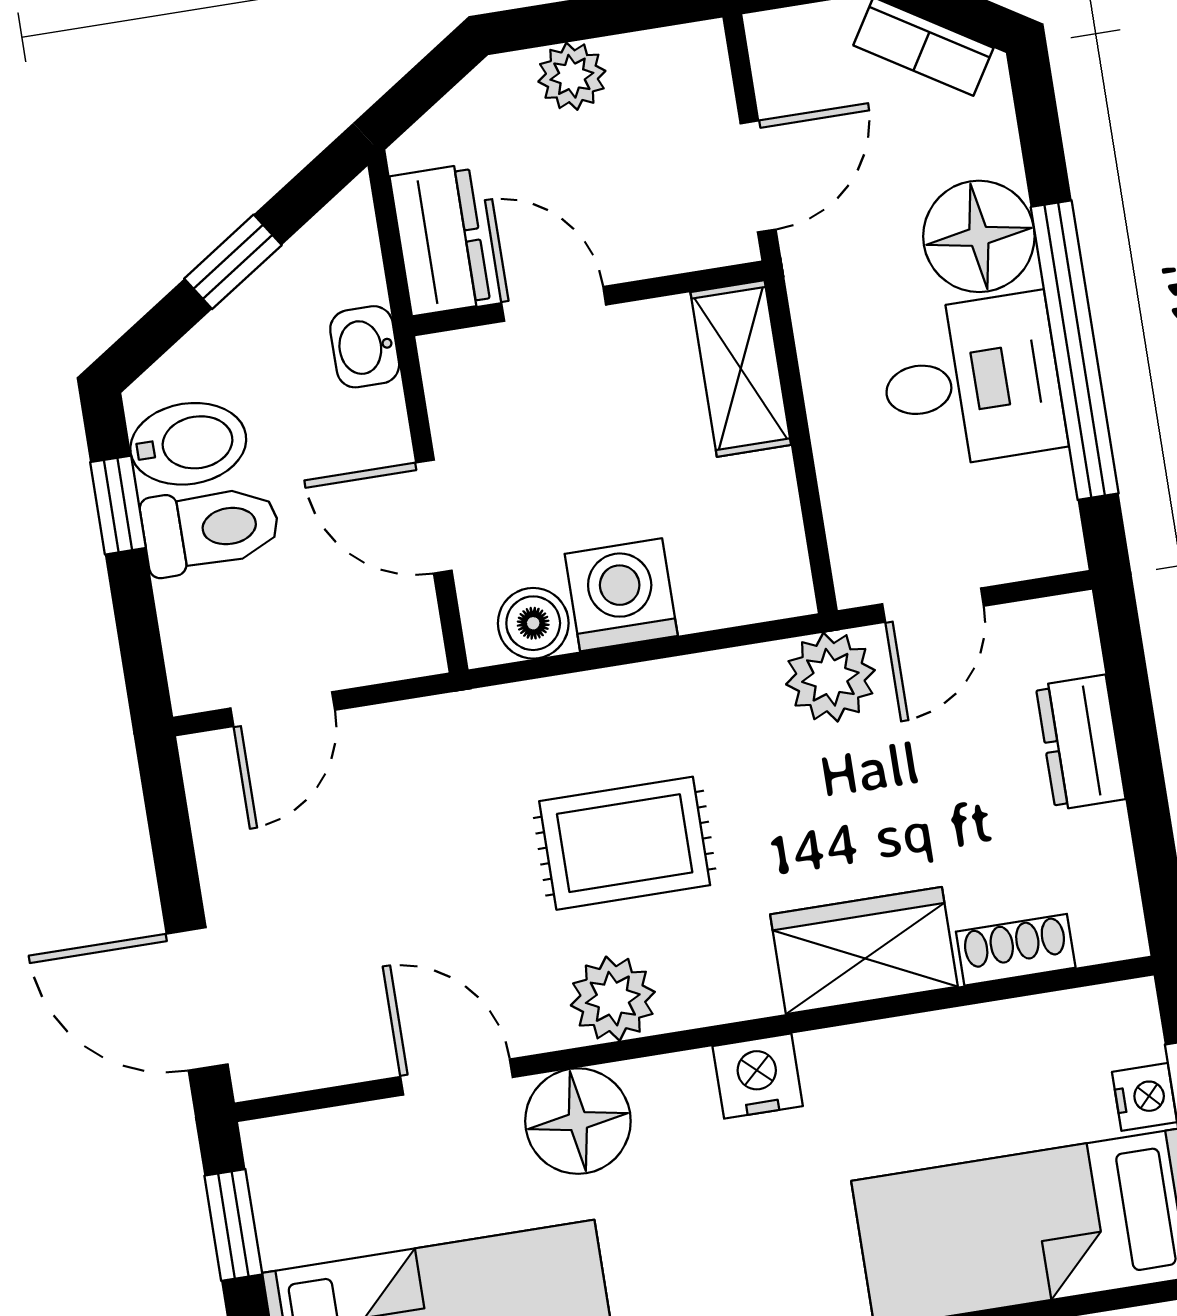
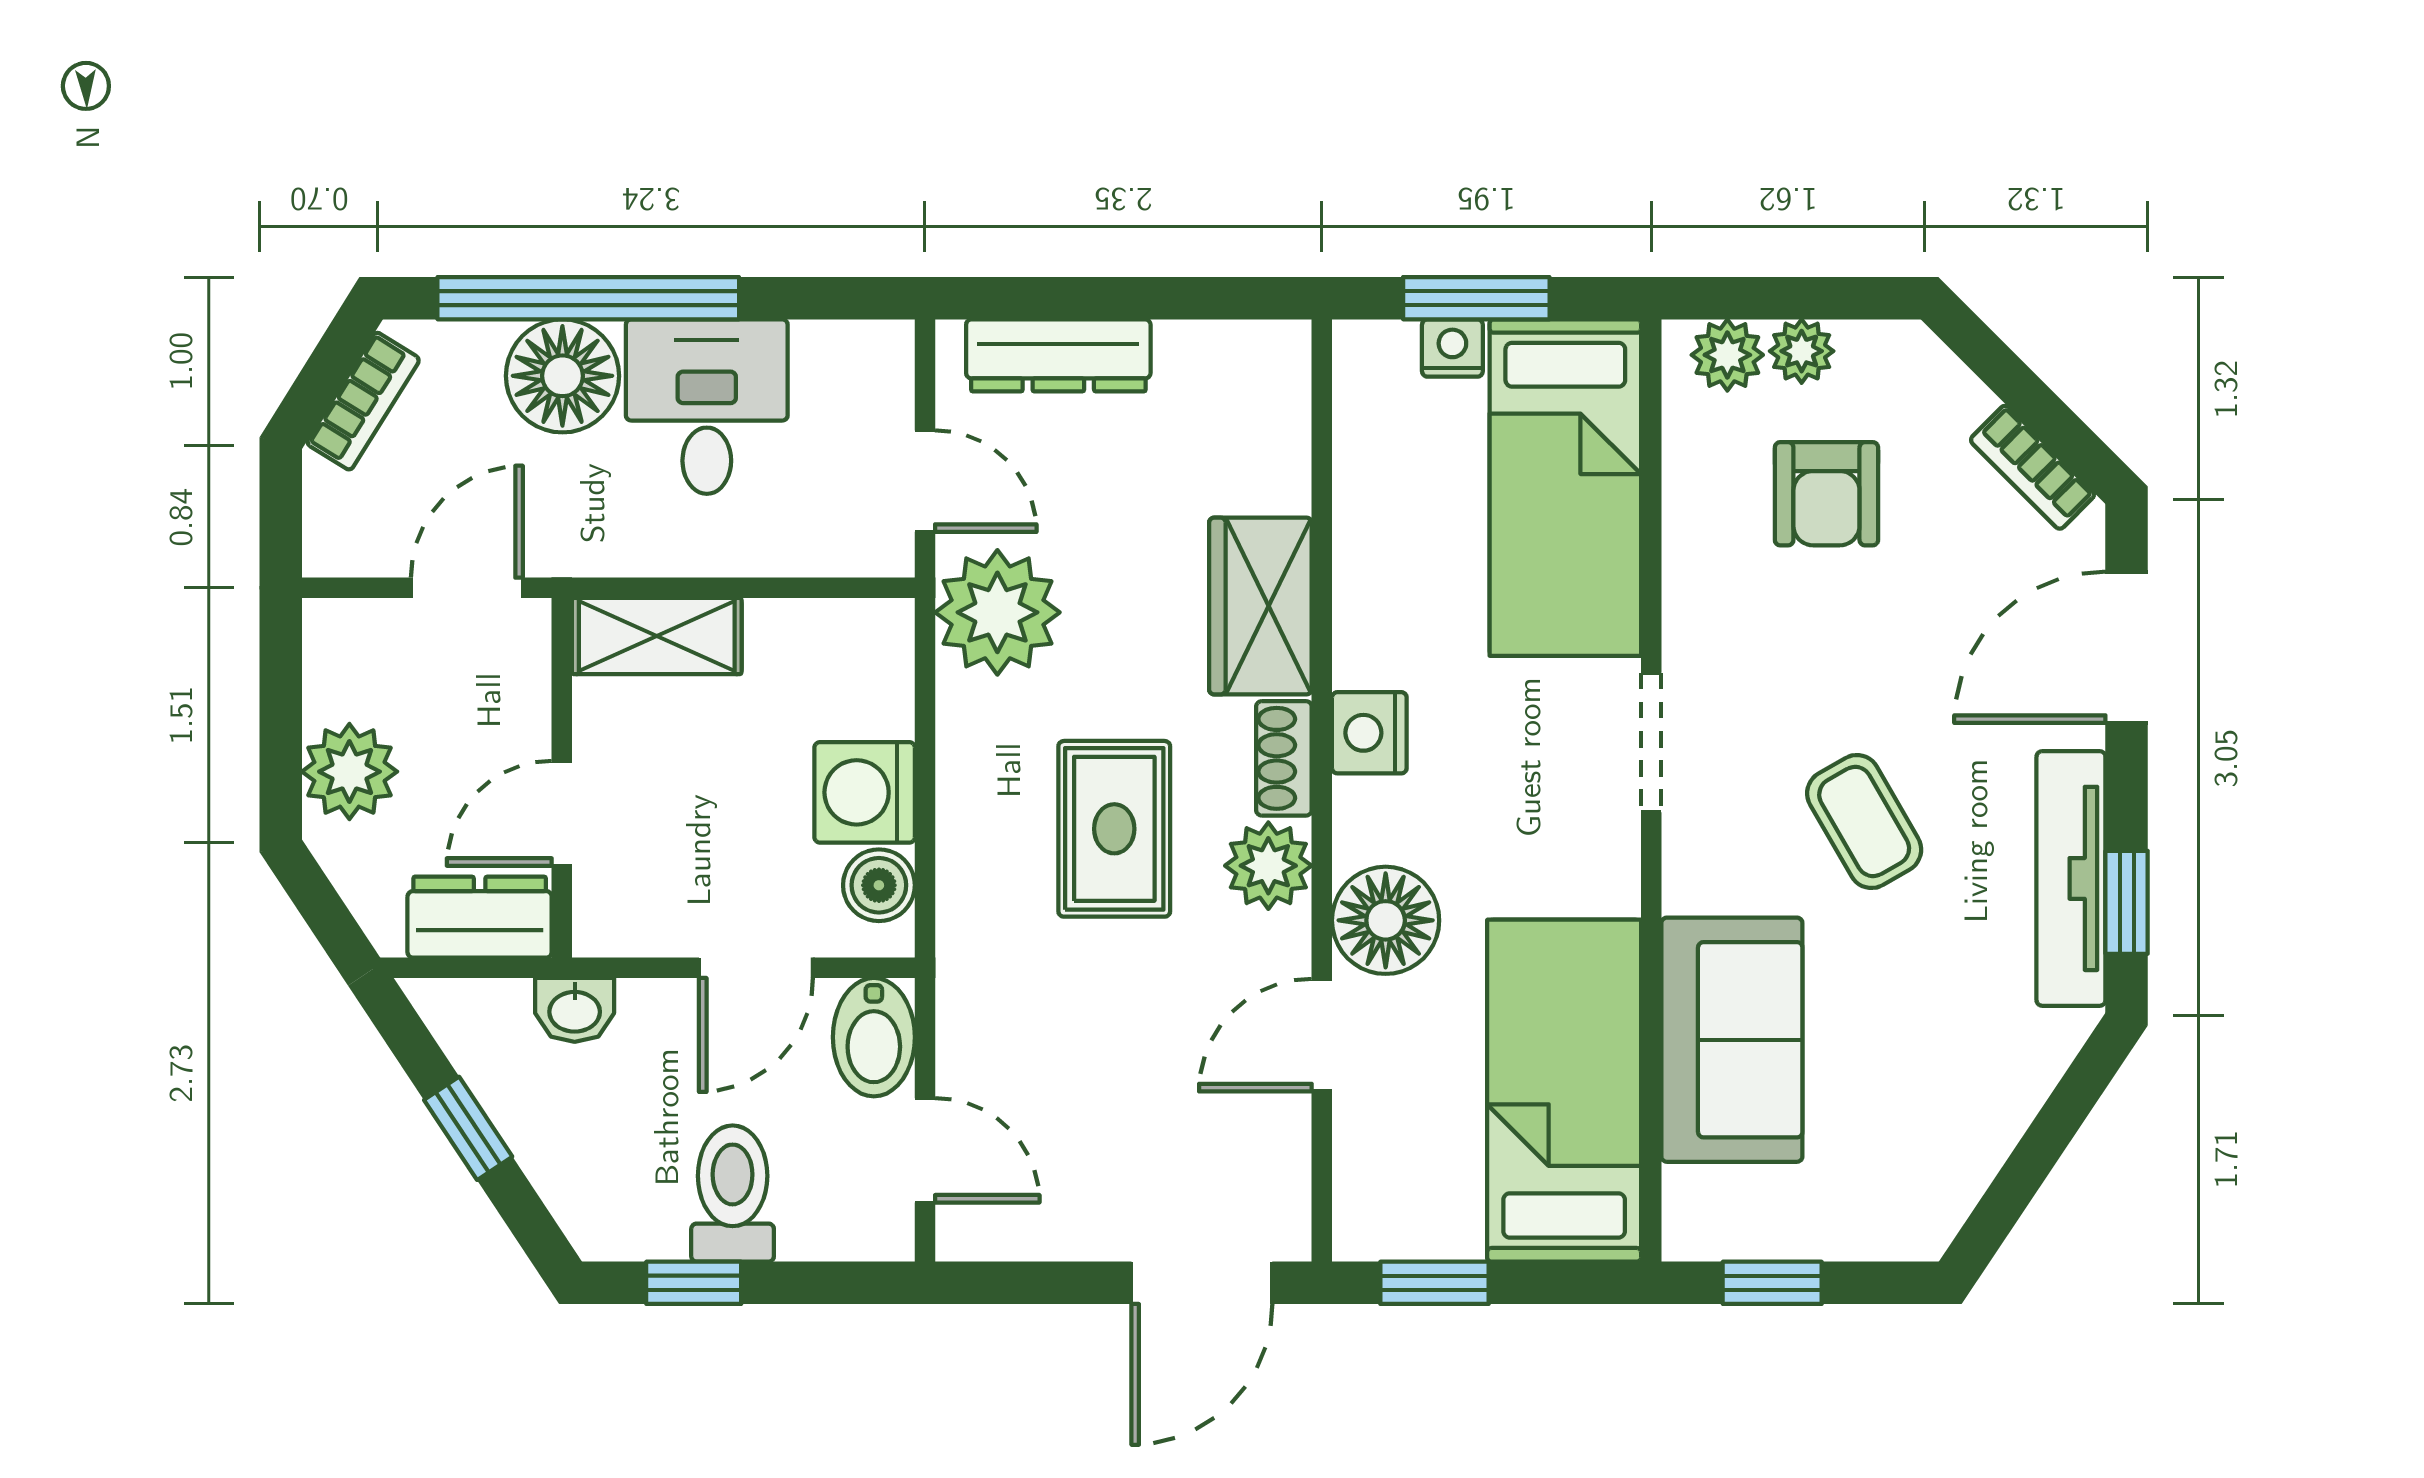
plant: (572, 76) -> (349, 772), width x1.38, depth x1.38
door: (758, 176) -> (467, 588), hinge flipped
window: (1075, 350) -> (588, 298), moved
bidet: (188, 444) -> (874, 1037), moved, turned 180
plant: (830, 677) -> (997, 612), width x1.36, depth x1.36
dresser: (1080, 742) -> (1058, 355), width x1.44
shoe rack: (1016, 950) -> (1284, 758), moved

